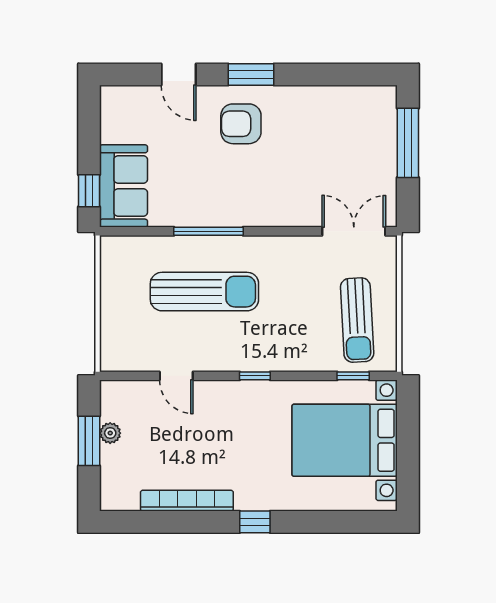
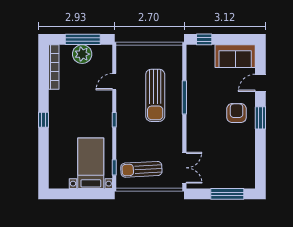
sofa: (124, 186) -> (235, 56), moved
plant: (110, 433) -> (82, 54), width x1.88, depth x1.88
bed with nightstands: (345, 440) -> (91, 163), width x0.73
window: (89, 441) -> (83, 39), width x1.44
bookcase: (187, 501) -> (54, 67), moved

